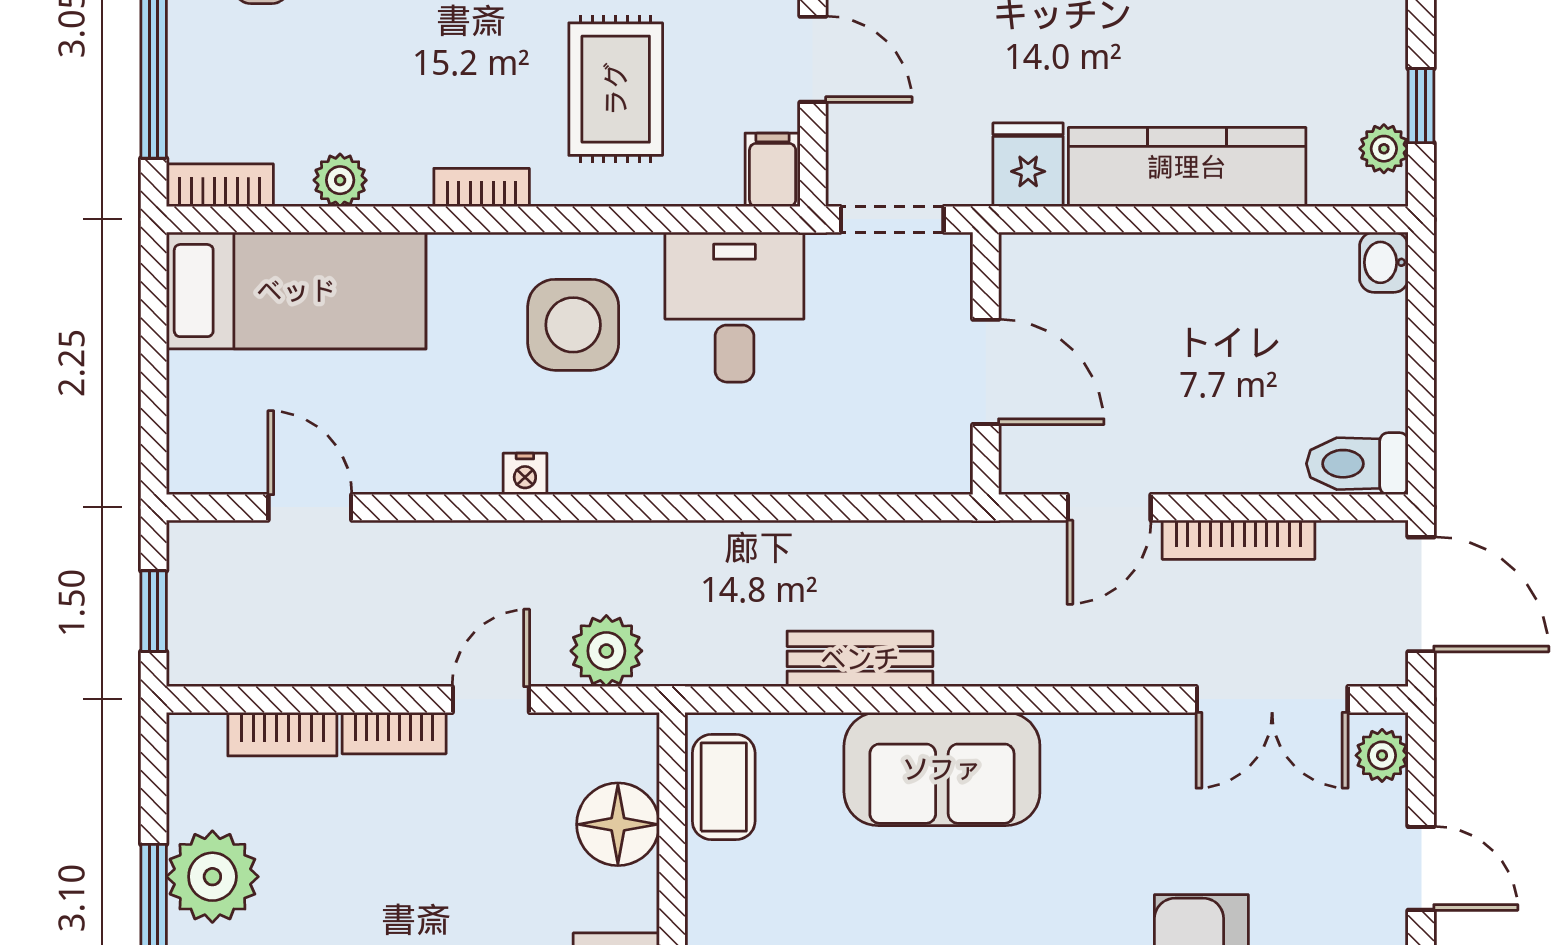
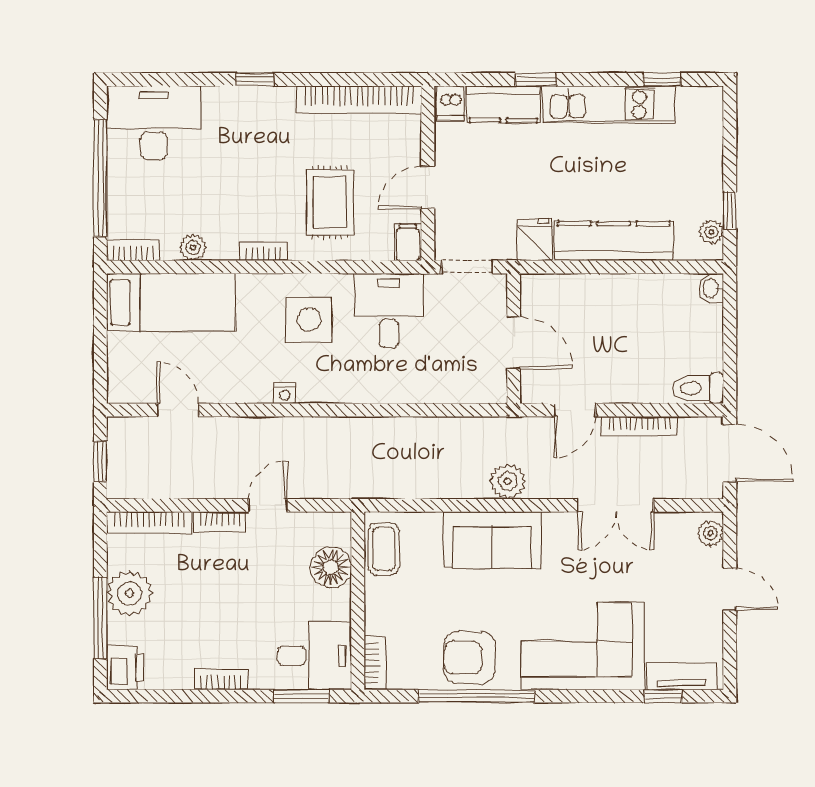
door: (813, 59) -> (428, 187), swing flipped
plant: (606, 651) -> (508, 481), moved
bench: (860, 659) -> (451, 485), removed
double door: (1272, 699) -> (616, 505), moved
bookcase: (282, 734) -> (149, 523), width x1.56

